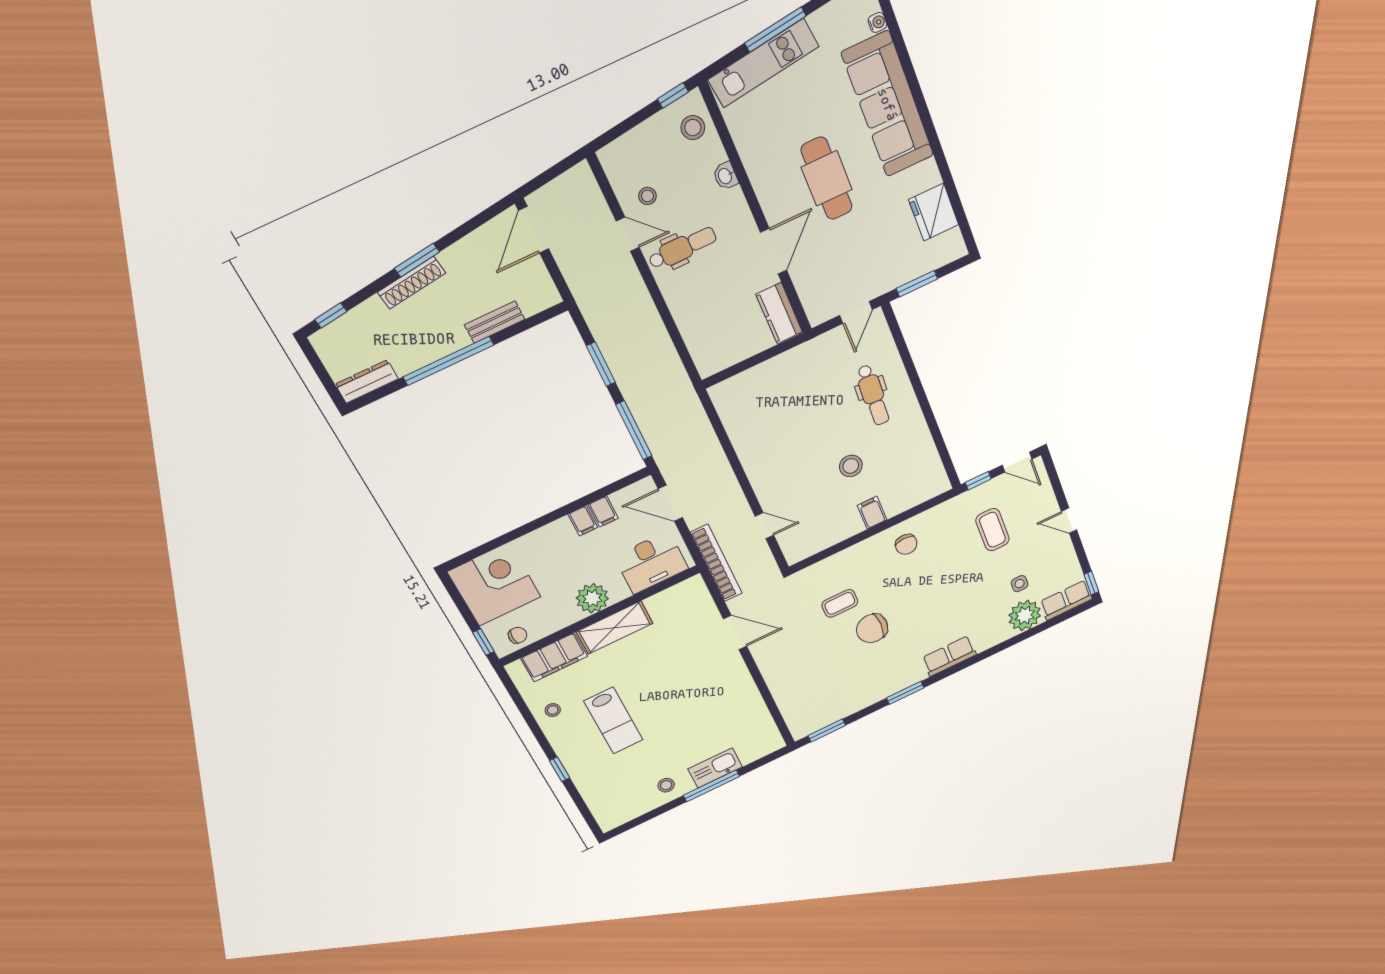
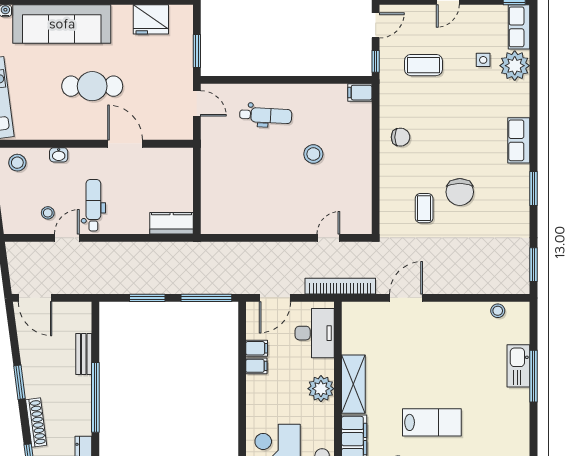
shoe rack: (412, 283) -> (36, 422), moved
kitchen counter: (779, 313) -> (172, 223), moved, turned 180
filing cabinet: (872, 513) -> (360, 93), moved
stool: (666, 785) -> (498, 311), moved

